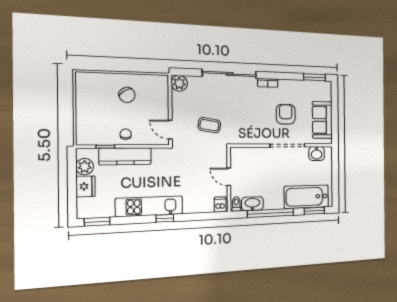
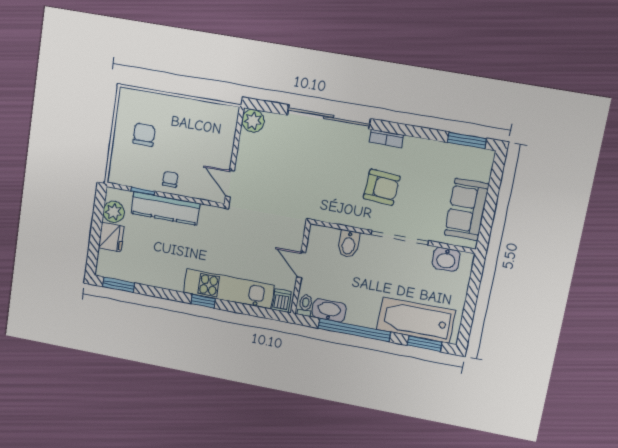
chair: (127, 95) -> (144, 135), moved, turned -148
armchair: (286, 114) -> (382, 187), moved, turned 94
coffee table: (209, 125) -> (286, 187), removed
bidet: (257, 156) -> (349, 244), added
kitchen unit: (149, 206) -> (229, 289), moved

